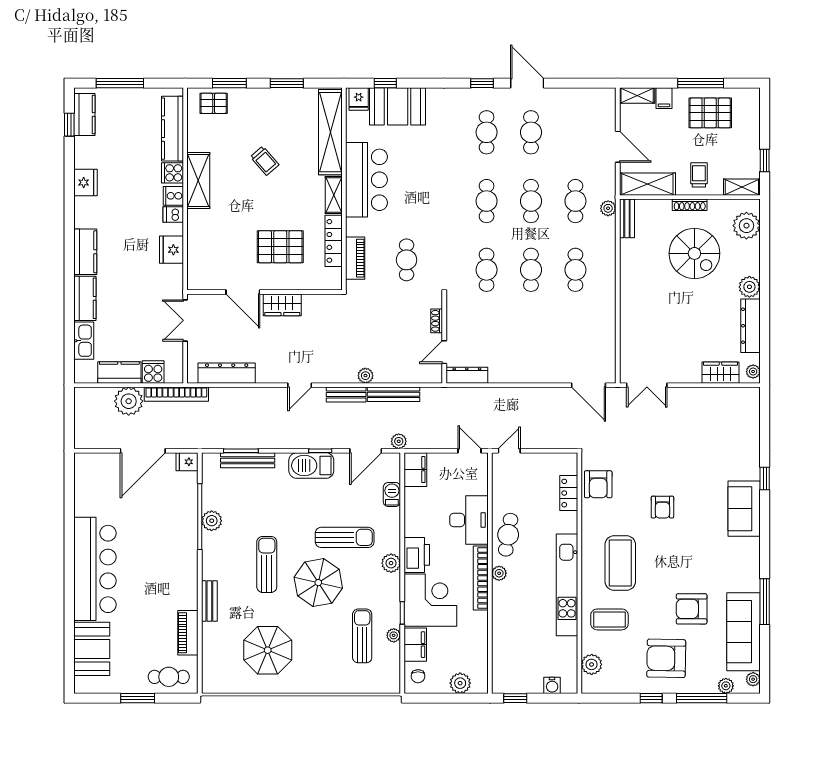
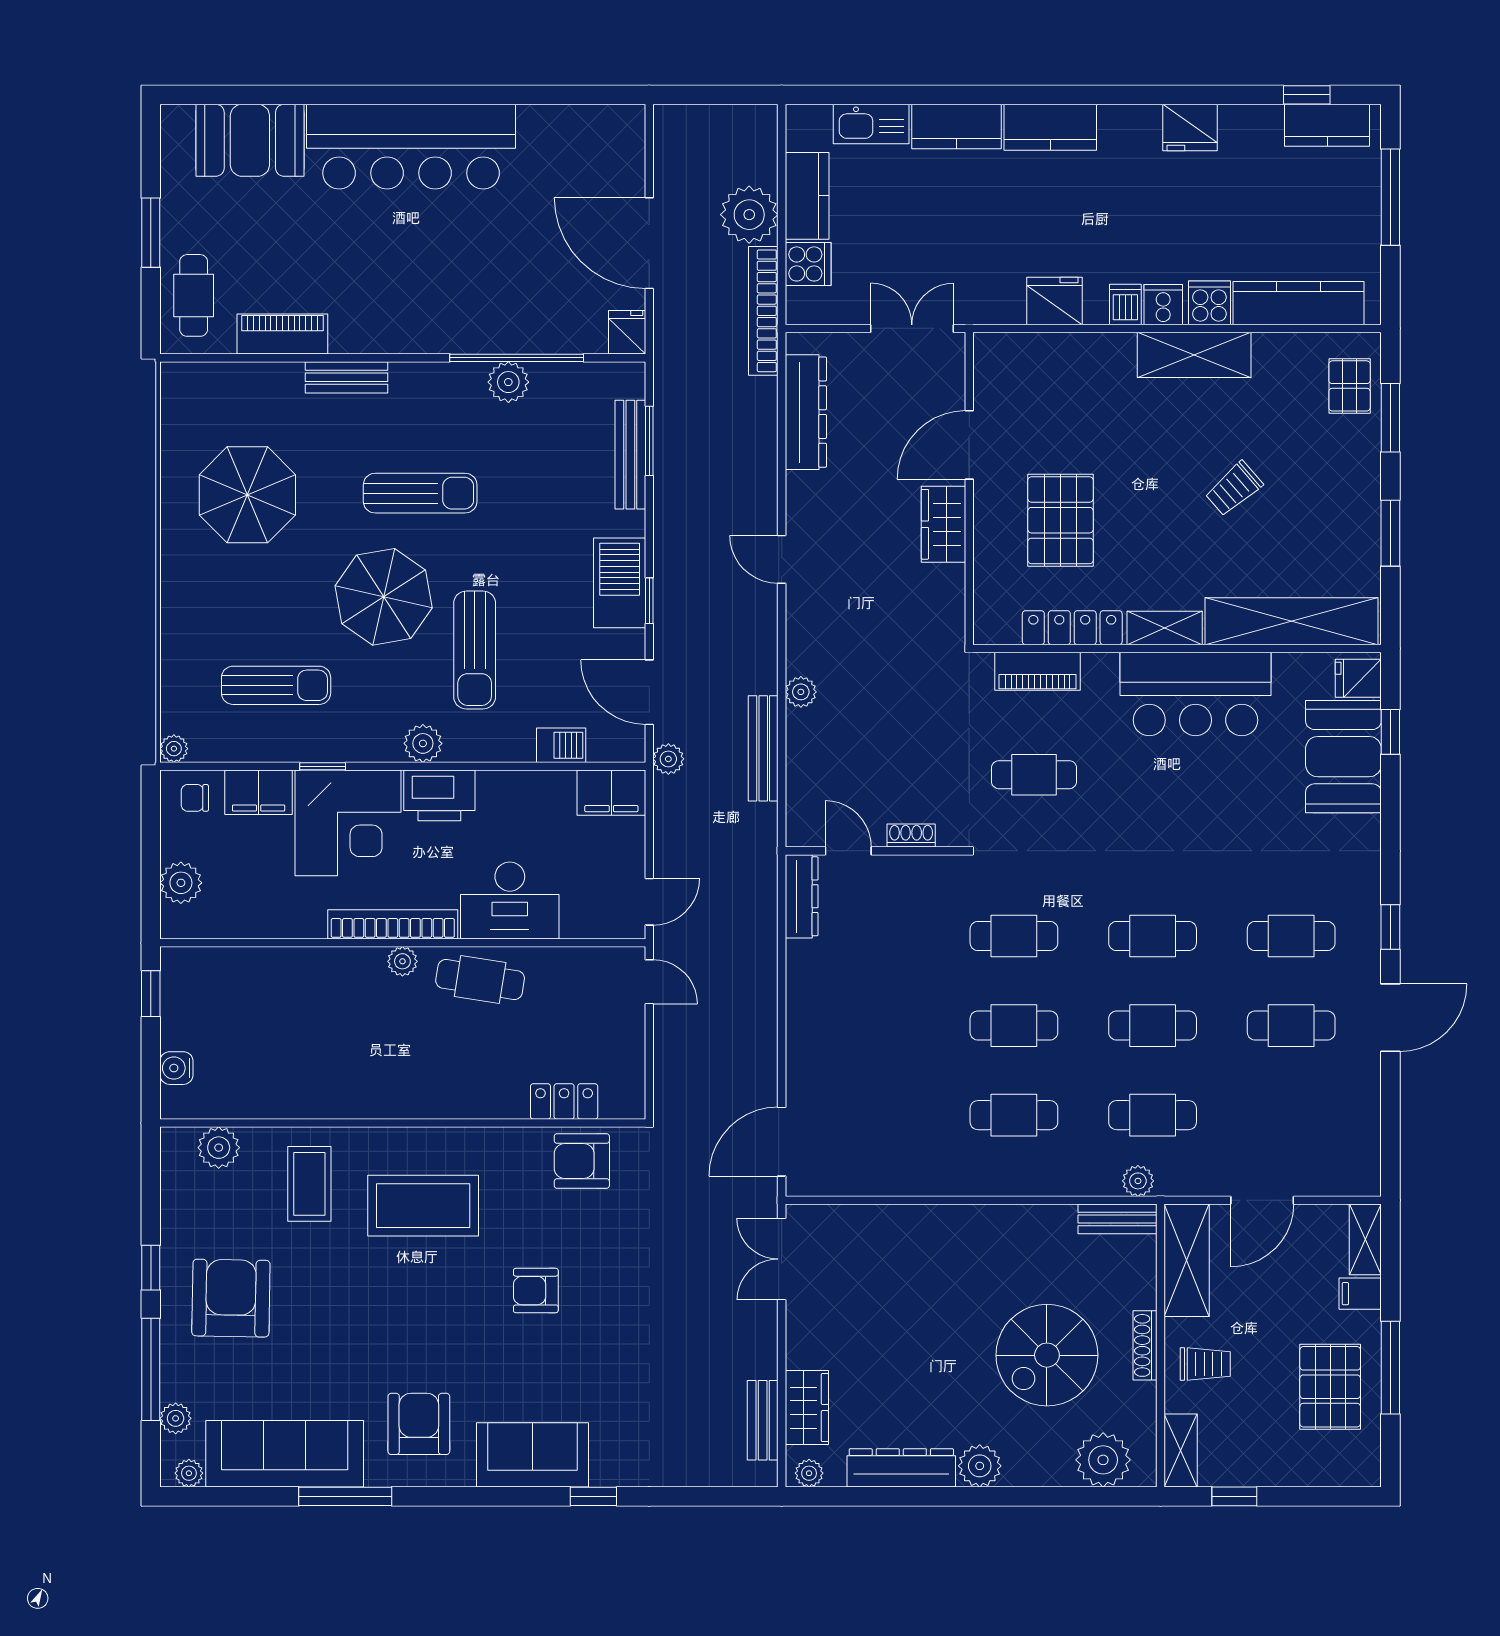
bench: (346, 394) -> (763, 1420), moved
kitchen unit: (567, 585) -> (379, 1098), removed
armchair: (692, 609) -> (419, 1424), moved
plant: (394, 635) -> (174, 749), moved

